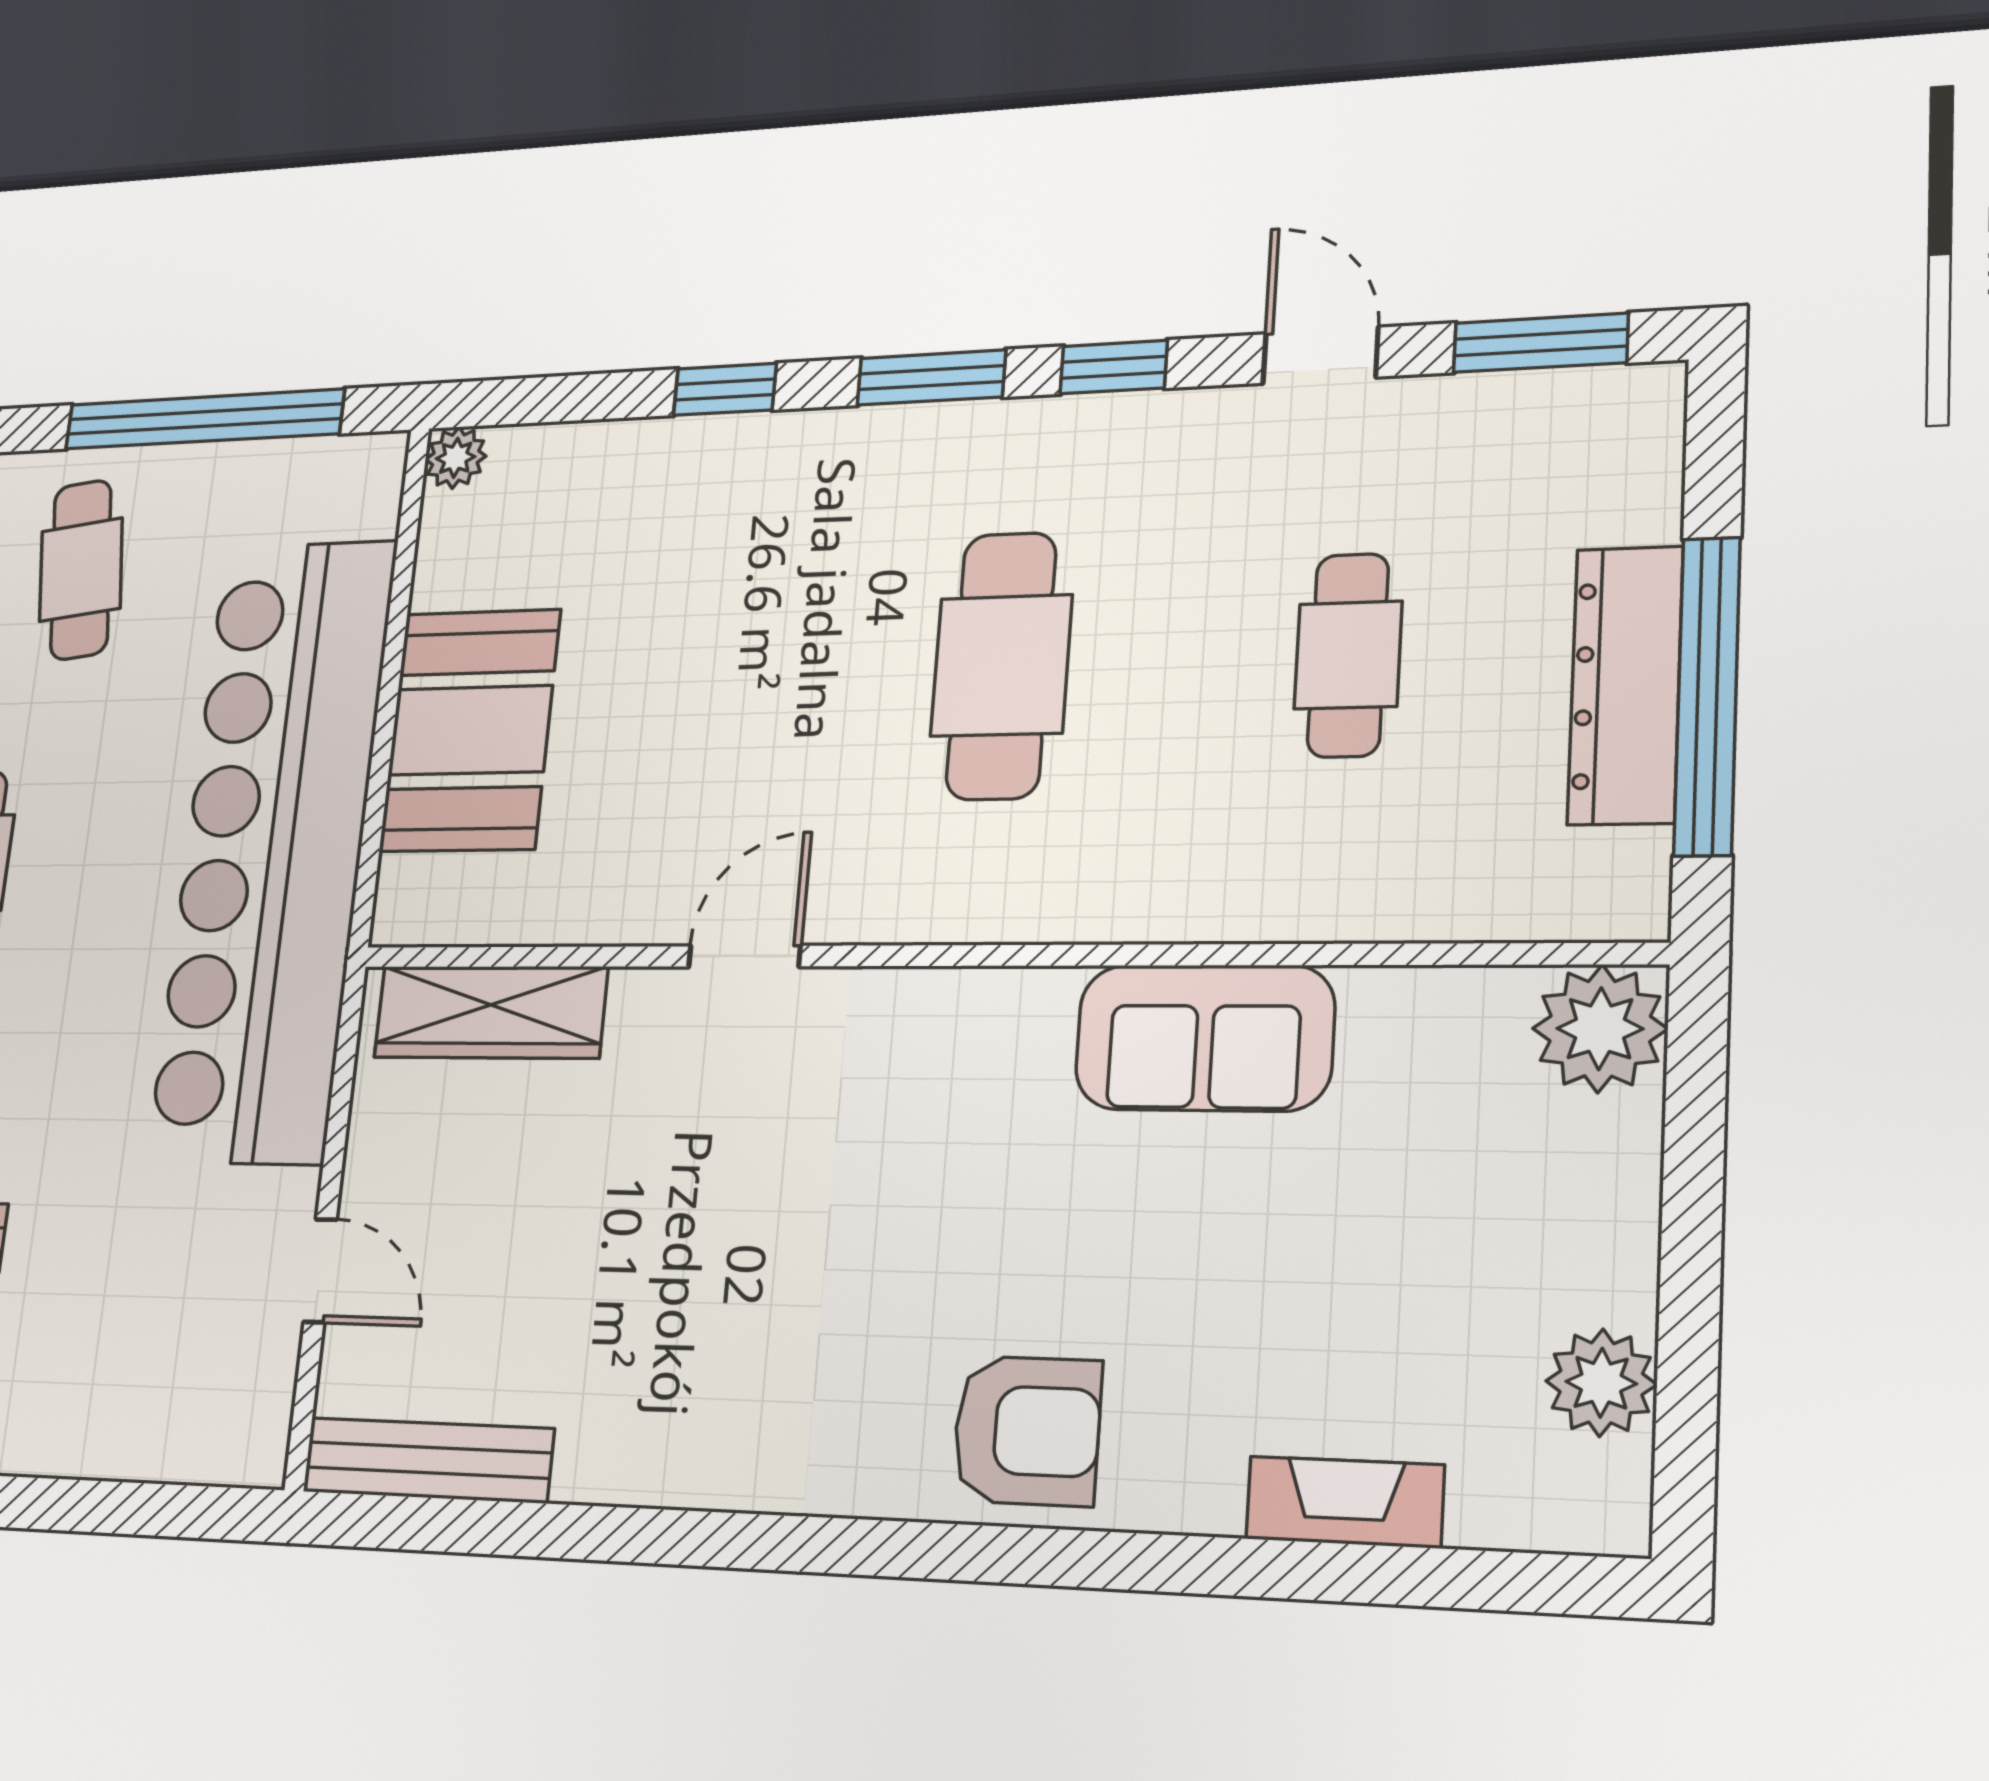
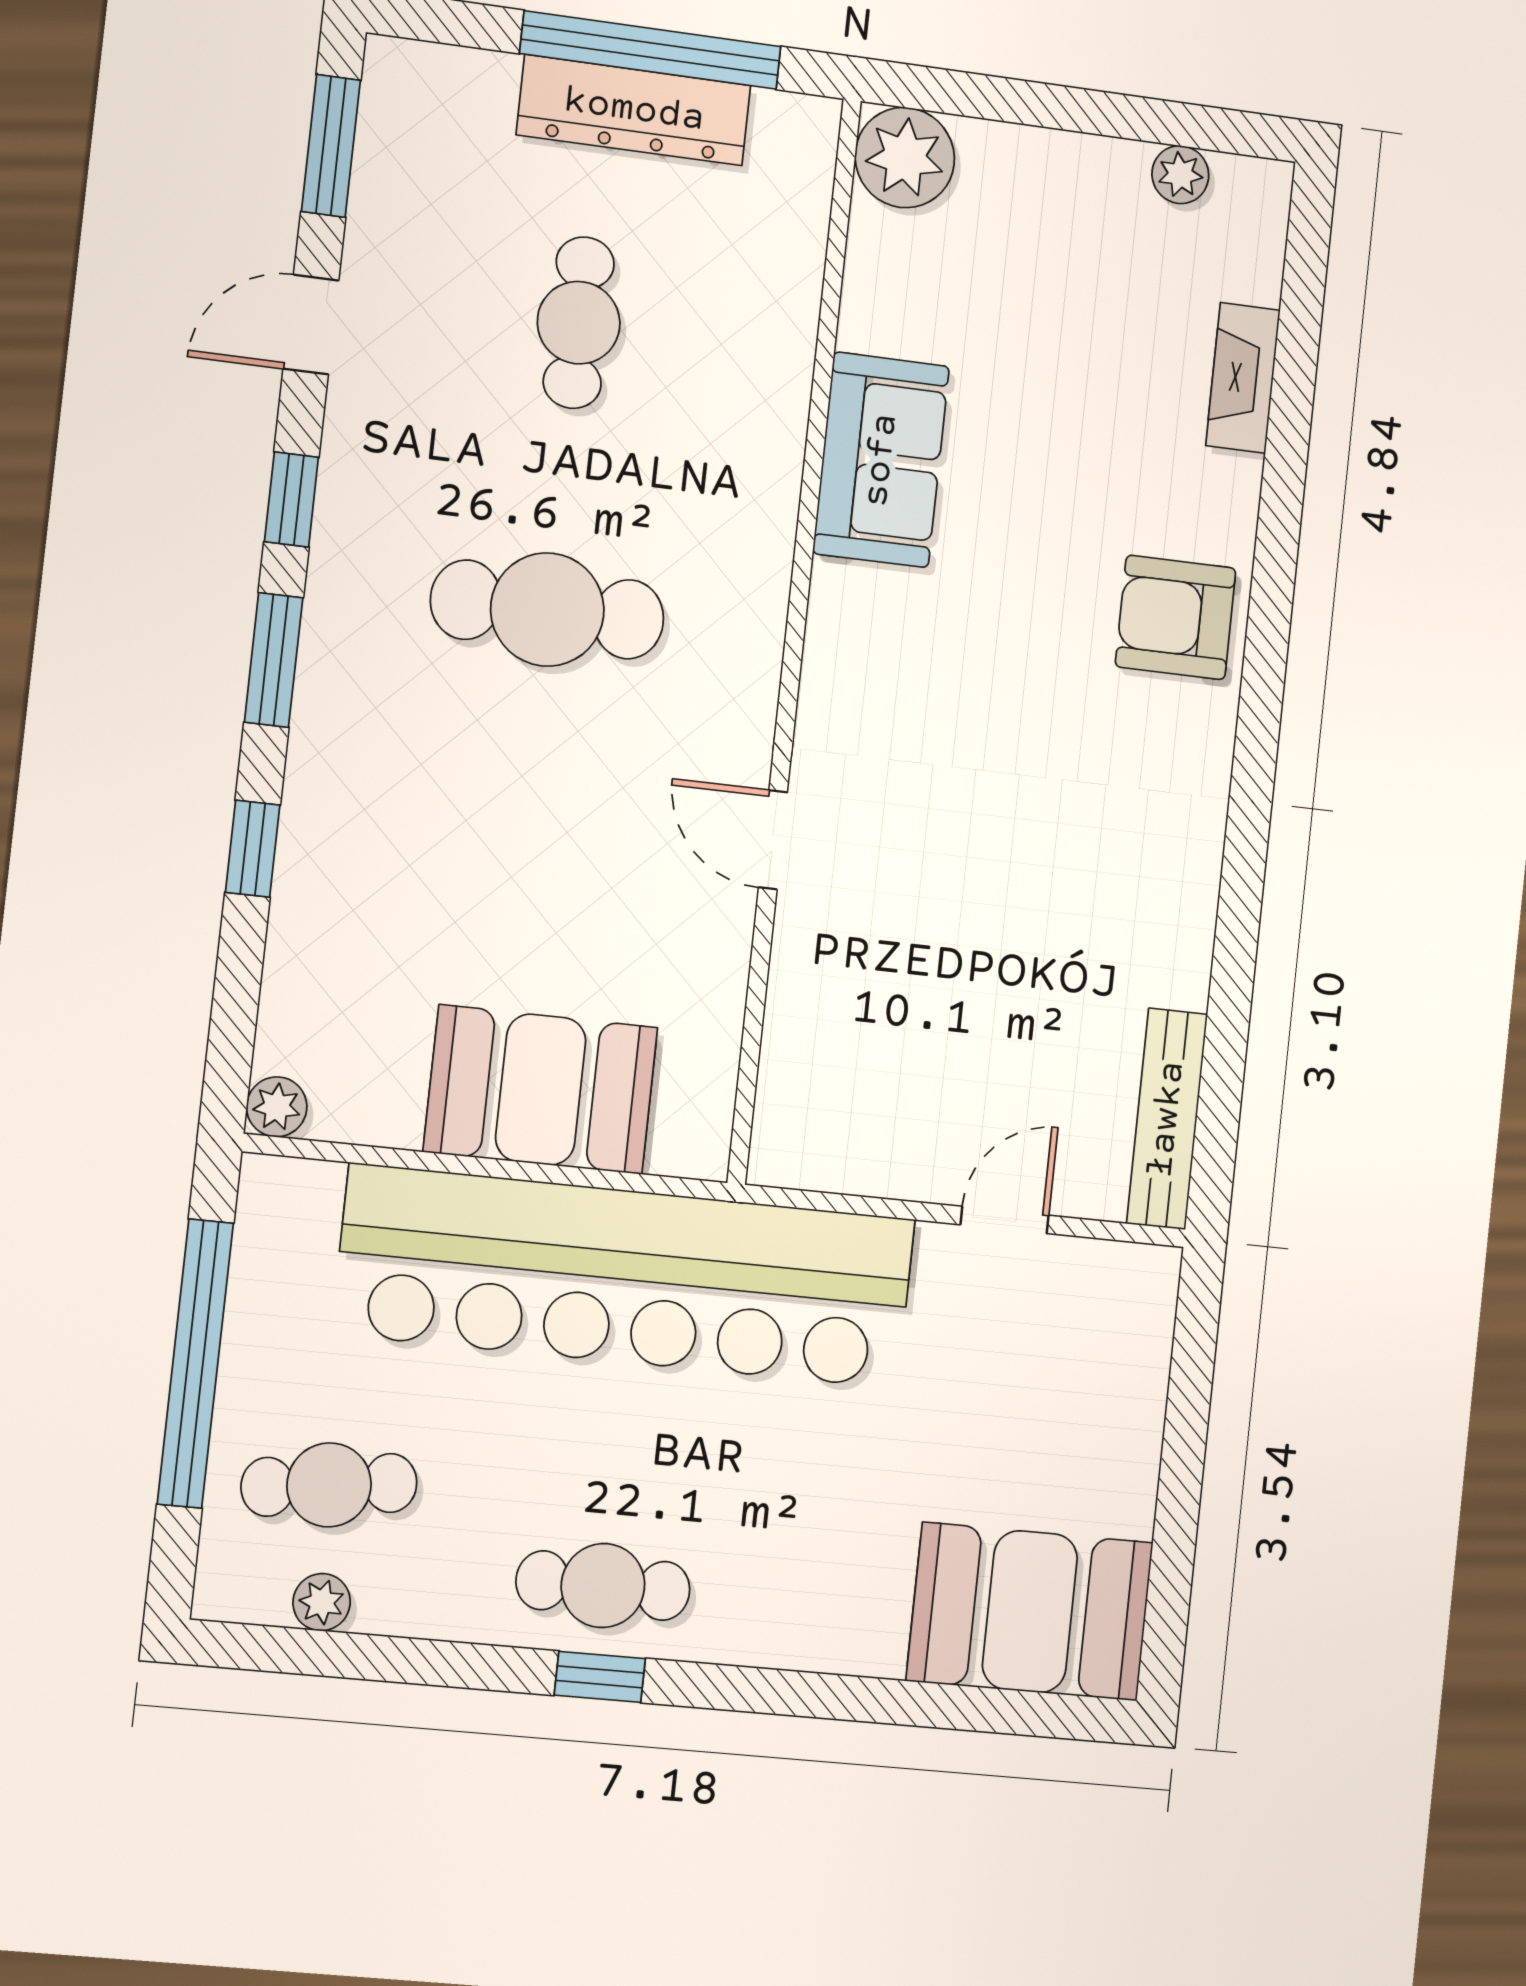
cafe table: (1348, 655) -> (579, 323), turned 90
wardrobe: (491, 1012) -> (797, 1067), removed
plant: (1601, 1383) -> (1180, 175), width x0.73, depth x0.73
armchair: (1027, 1431) -> (1176, 617), turned -90

